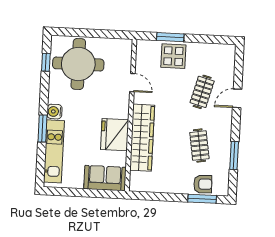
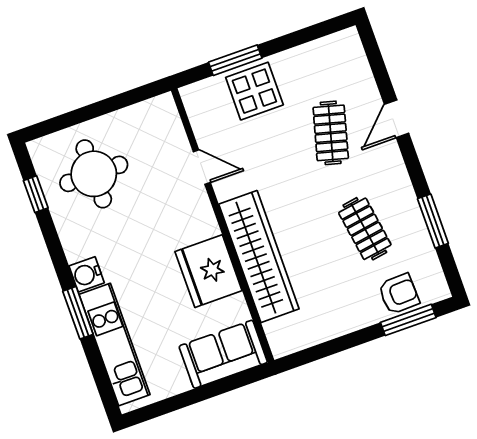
round table: (78, 64) -> (94, 174), width x0.73, depth x0.73

